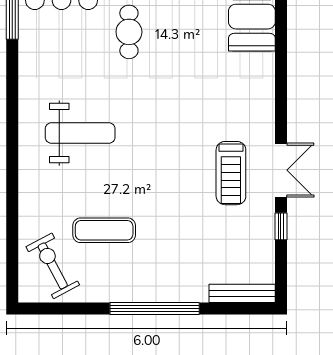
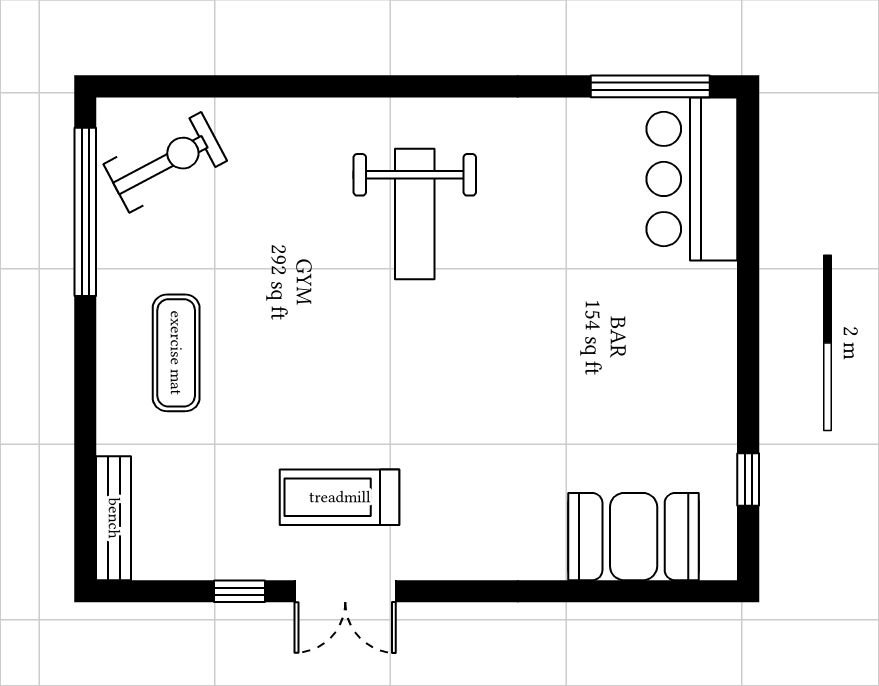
cafe table: (129, 32) -> (605, 306), removed
exercise mat: (104, 230) -> (176, 353), moved
window: (155, 308) -> (85, 212), moved

